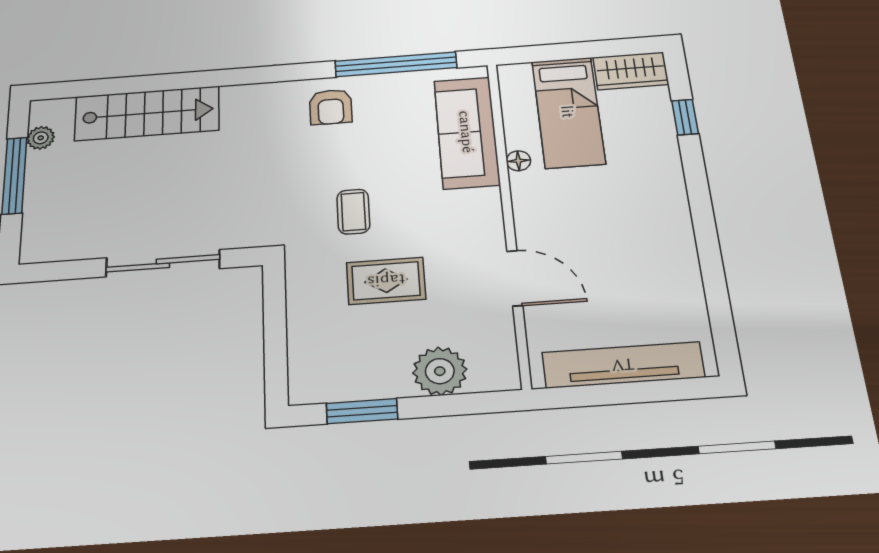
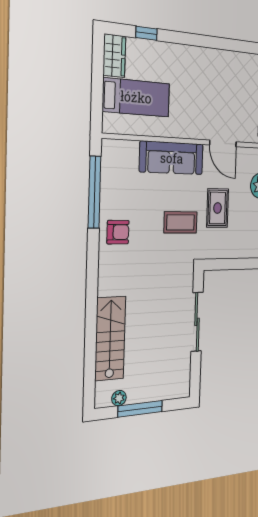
sofa: (467, 132) -> (172, 158), moved
floor lamp: (518, 161) -> (162, 131), removed
coffee table: (353, 212) -> (181, 222), width x1.36, depth x1.30
door: (515, 278) -> (223, 143), swing flipped

